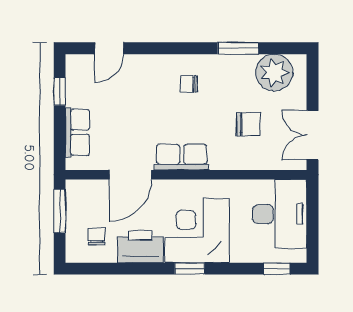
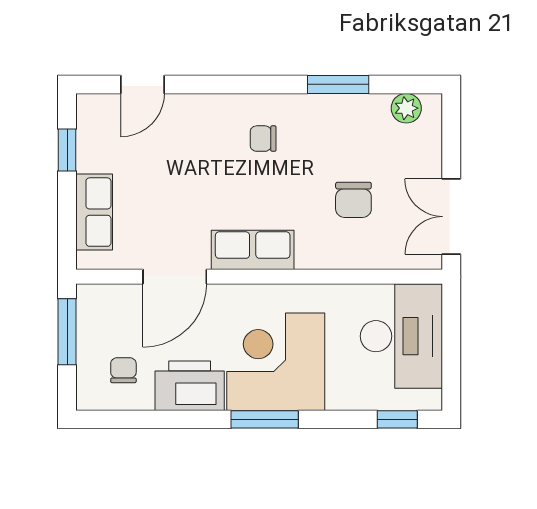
plant: (274, 73) -> (406, 108), width x0.53, depth x0.53
chair: (248, 124) -> (353, 200), turned 90
window: (190, 269) -> (265, 419), width x1.50

